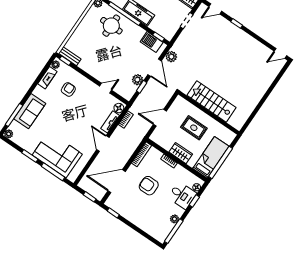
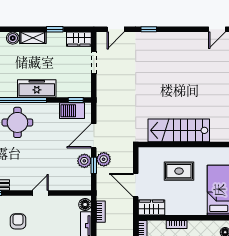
plant: (171, 57) -> (104, 159), moved
door: (155, 68) -> (94, 136), swing flipped
door: (106, 88) -> (40, 193), moved
door: (160, 118) -> (136, 185), hinge flipped
wardrobe: (181, 153) -> (152, 208), moved

